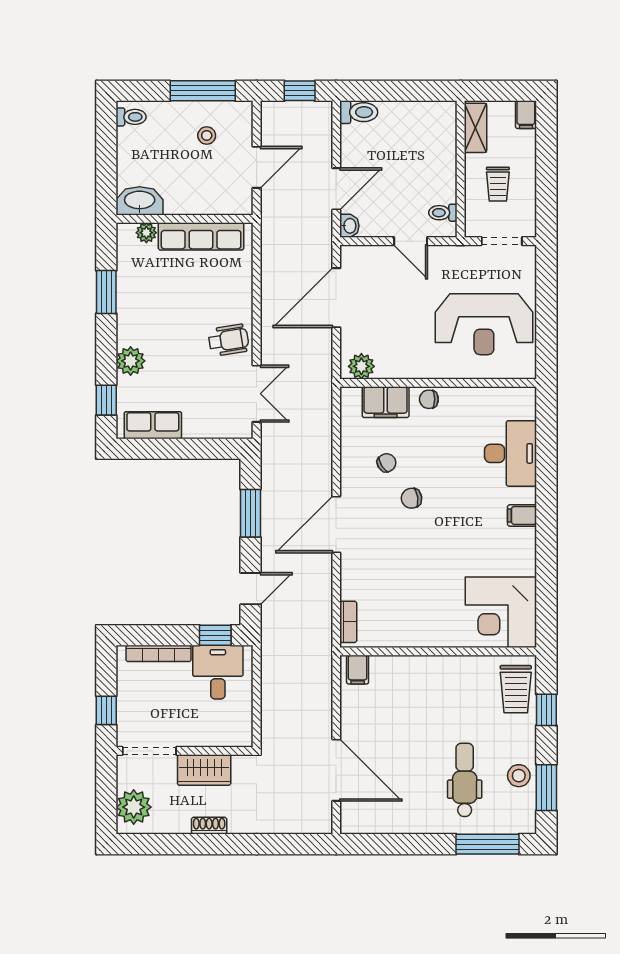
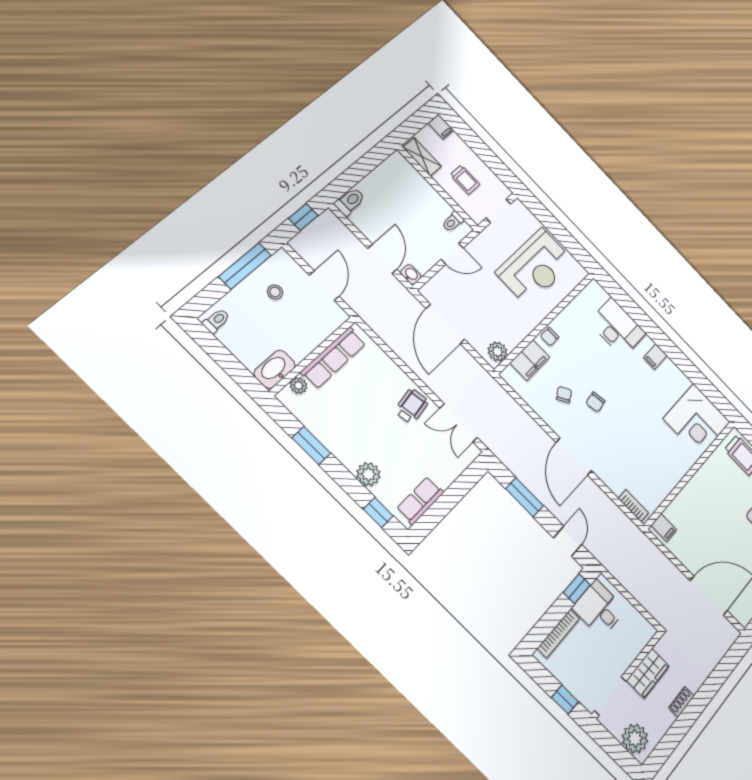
double door: (257, 394) -> (459, 423), swing flipped

